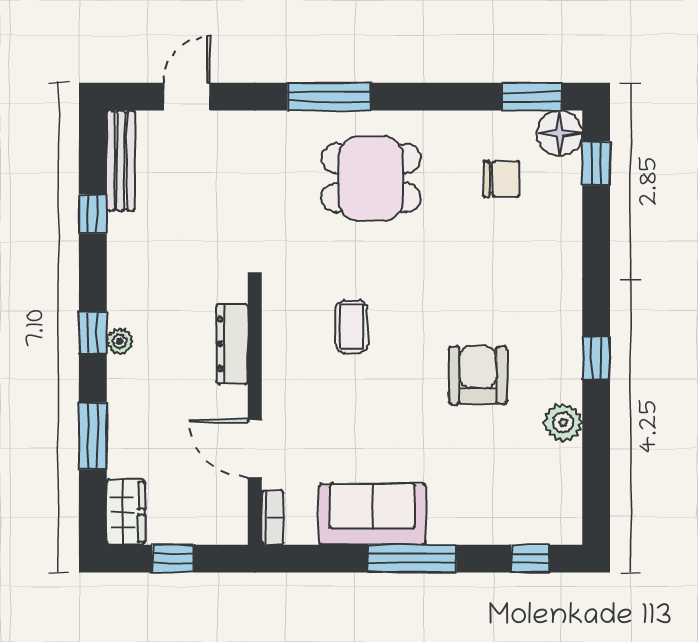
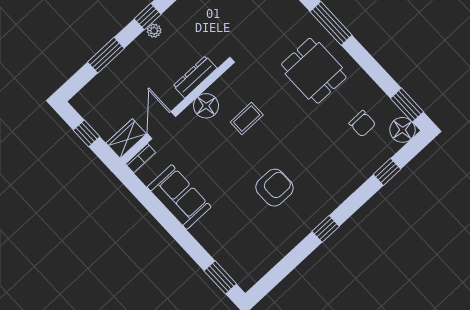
window: (596, 163) -> (387, 172), moved
floor lamp: (284, 365) -> (206, 106), added
plant: (563, 422) -> (287, 240), removed
wardrobe: (126, 512) -> (126, 139), moved, turned 180
window: (412, 559) -> (176, 230), removed
window: (530, 559) -> (220, 277), width x1.50

